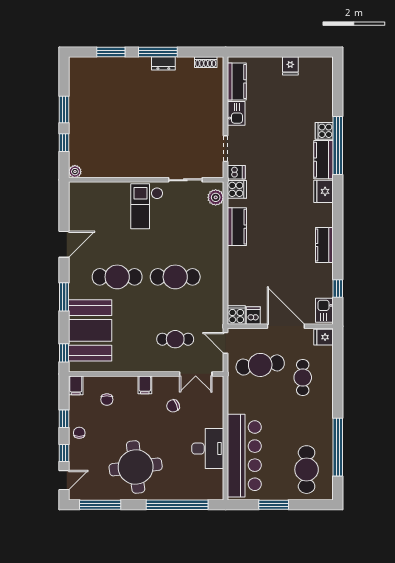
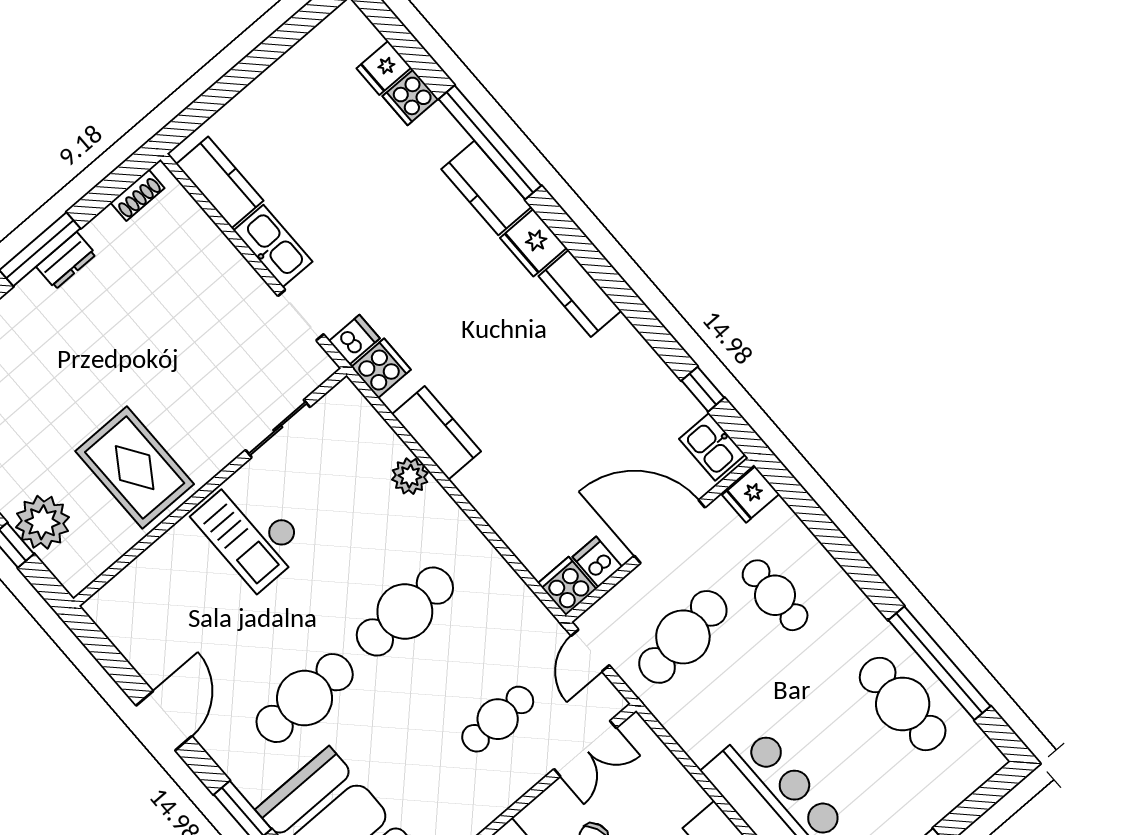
fridge: (290, 66) -> (384, 68), moved, turned 90
kitchen sink: (236, 113) -> (273, 246), width x1.38
cooker: (324, 131) -> (410, 98), moved
rug: (127, 152) -> (135, 468), added
plant: (75, 172) -> (42, 522), moved, width x1.88, depth x1.88
plant: (216, 197) -> (410, 476), moved
kitchen counter: (324, 245) -> (580, 294), moved
door: (226, 343) -> (590, 650), hinge flipped
cafe table: (307, 470) -> (903, 704), moved

